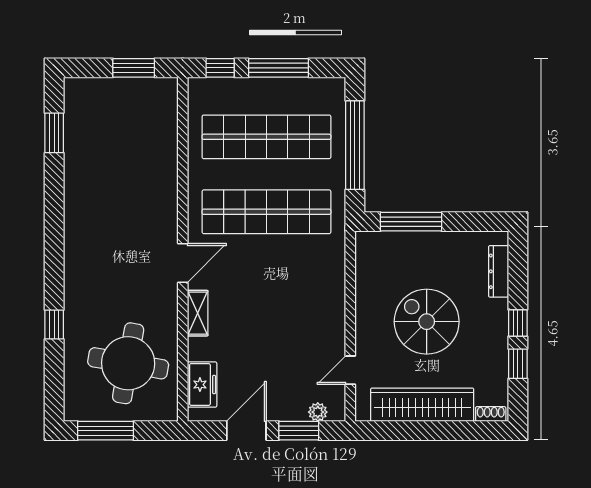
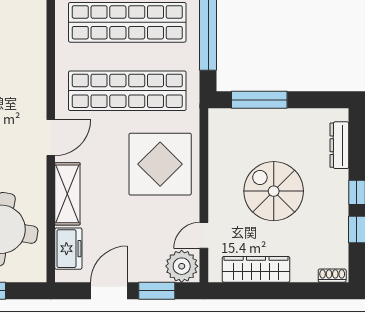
display table: (302, 292) -> (160, 164), added
shelving: (198, 313) -> (67, 194), width x1.50, depth x1.33
wardrobe: (422, 405) -> (256, 269), width x0.71, depth x0.85
plant: (318, 412) -> (182, 266), width x1.88, depth x1.88

